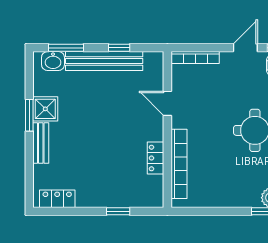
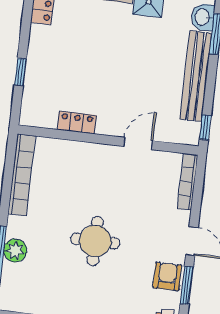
window: (119, 48) -> (205, 127), moved
bookcase: (179, 164) -> (22, 175), moved, turned -90

